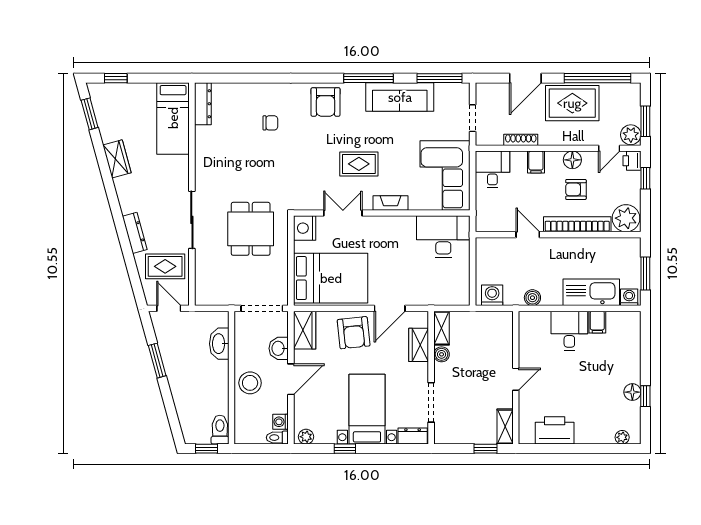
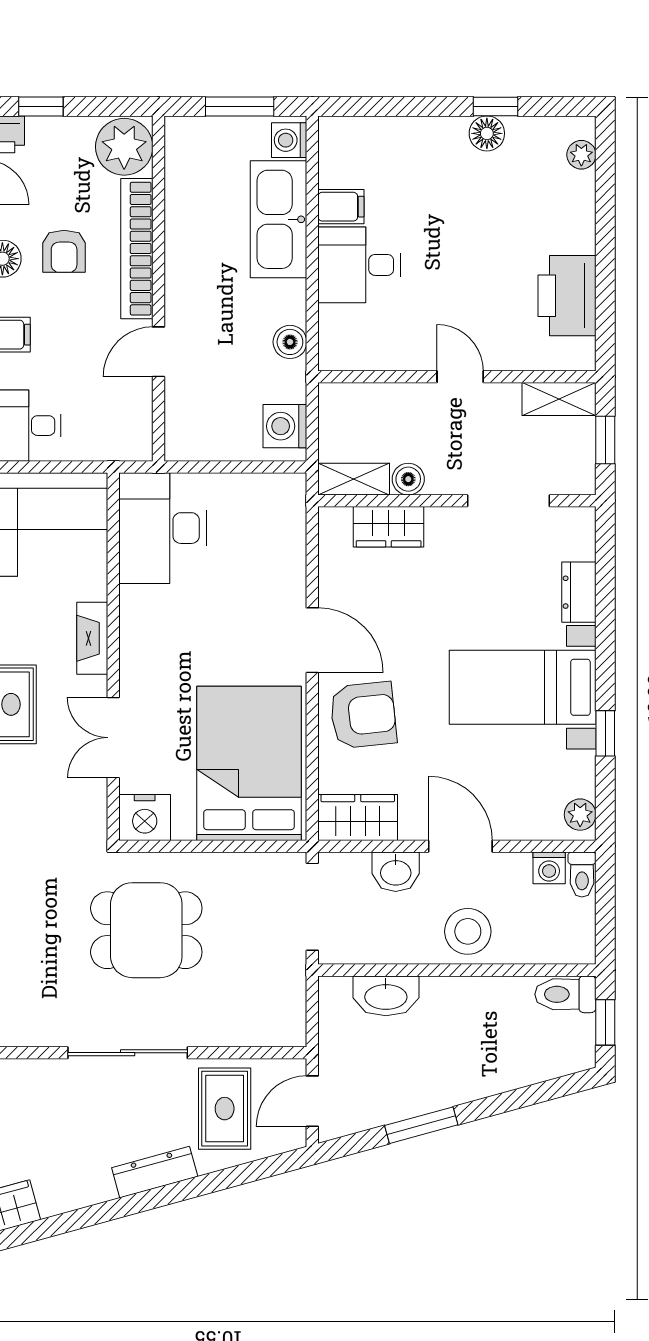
shelving: (442, 328) -> (354, 479), moved
wardrobe: (419, 345) -> (389, 527), moved
boiler: (442, 354) -> (408, 479), moved
wall: (431, 378) -> (457, 501), moved
doorway: (431, 402) -> (509, 501), moved

